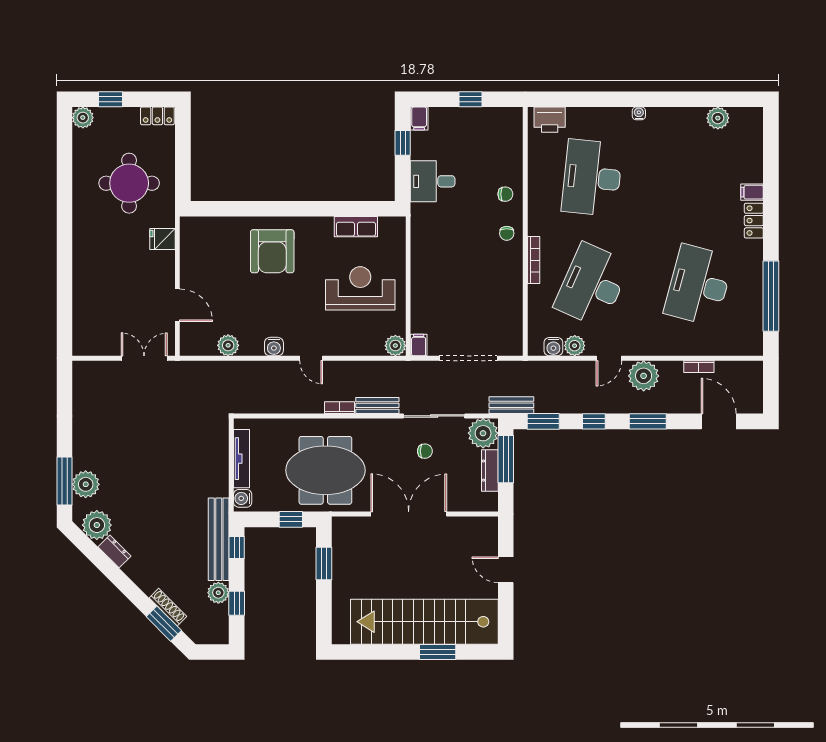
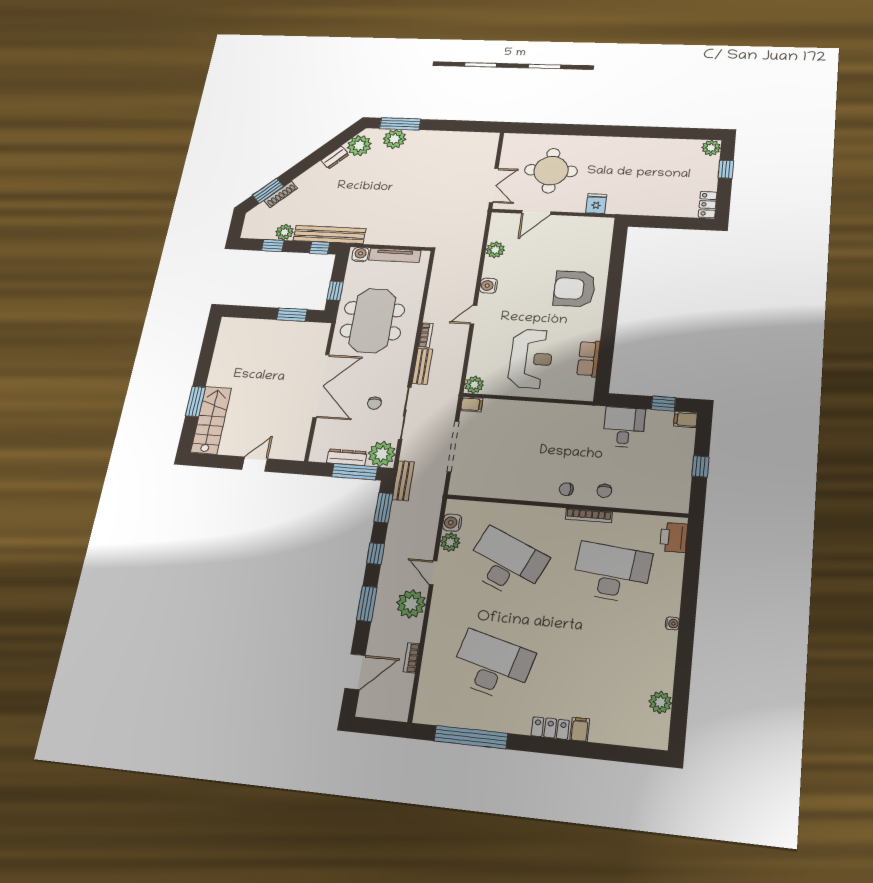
round table: (129, 183) -> (551, 171), moved
bookcase: (534, 260) -> (589, 516), moved
stairs: (424, 622) -> (211, 420), width x0.54, depth x0.66

